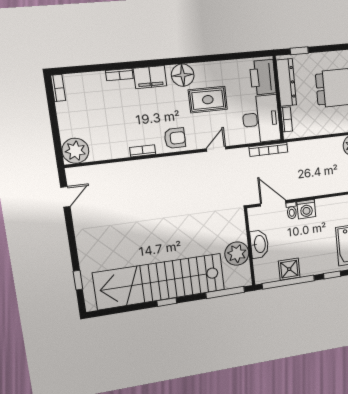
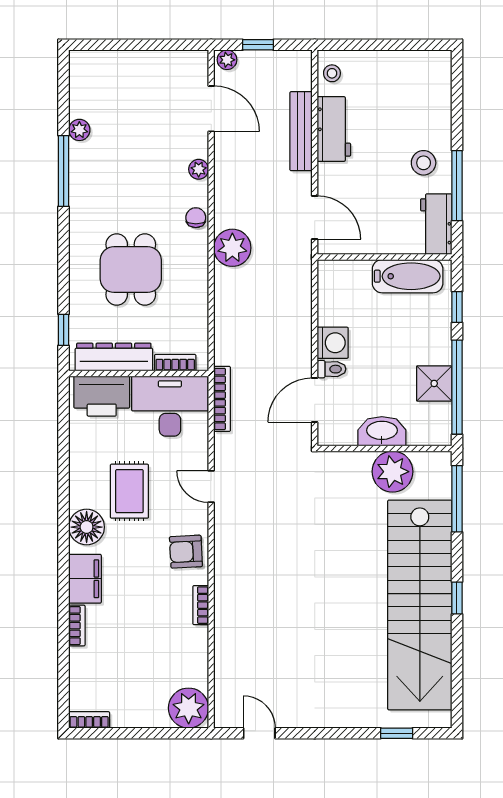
armchair: (175, 138) -> (186, 552), turned -93

